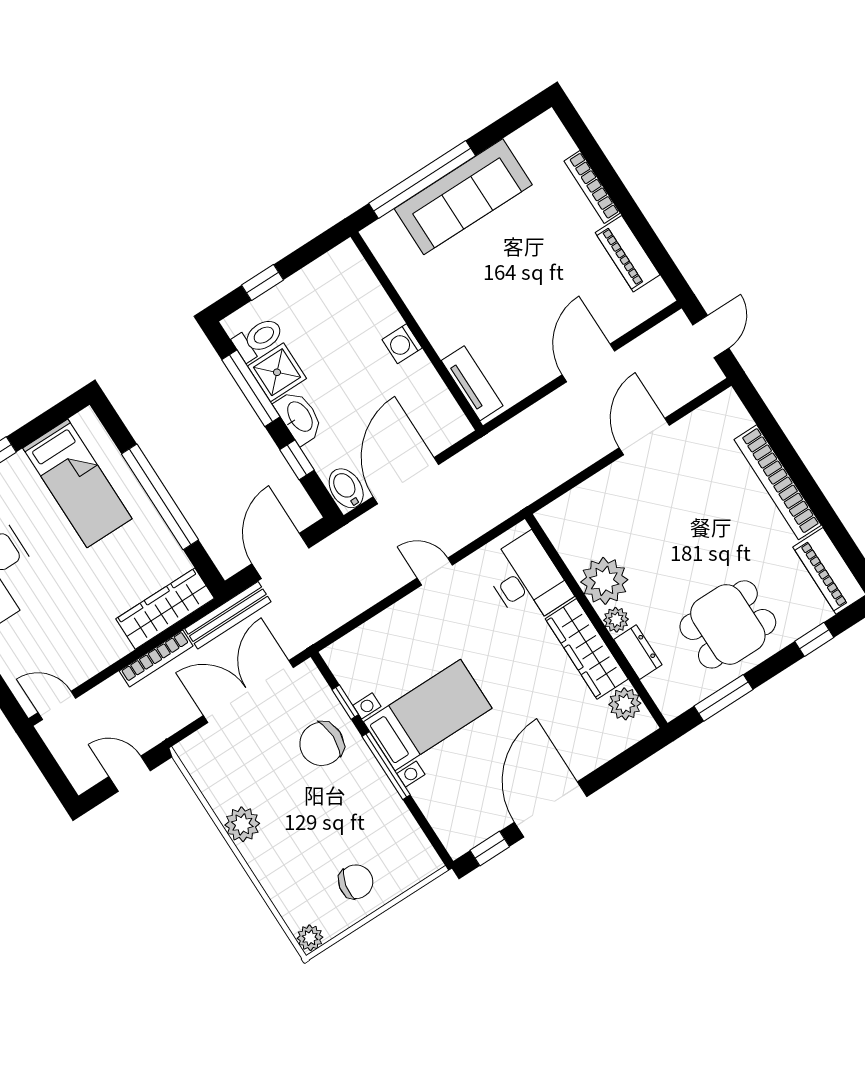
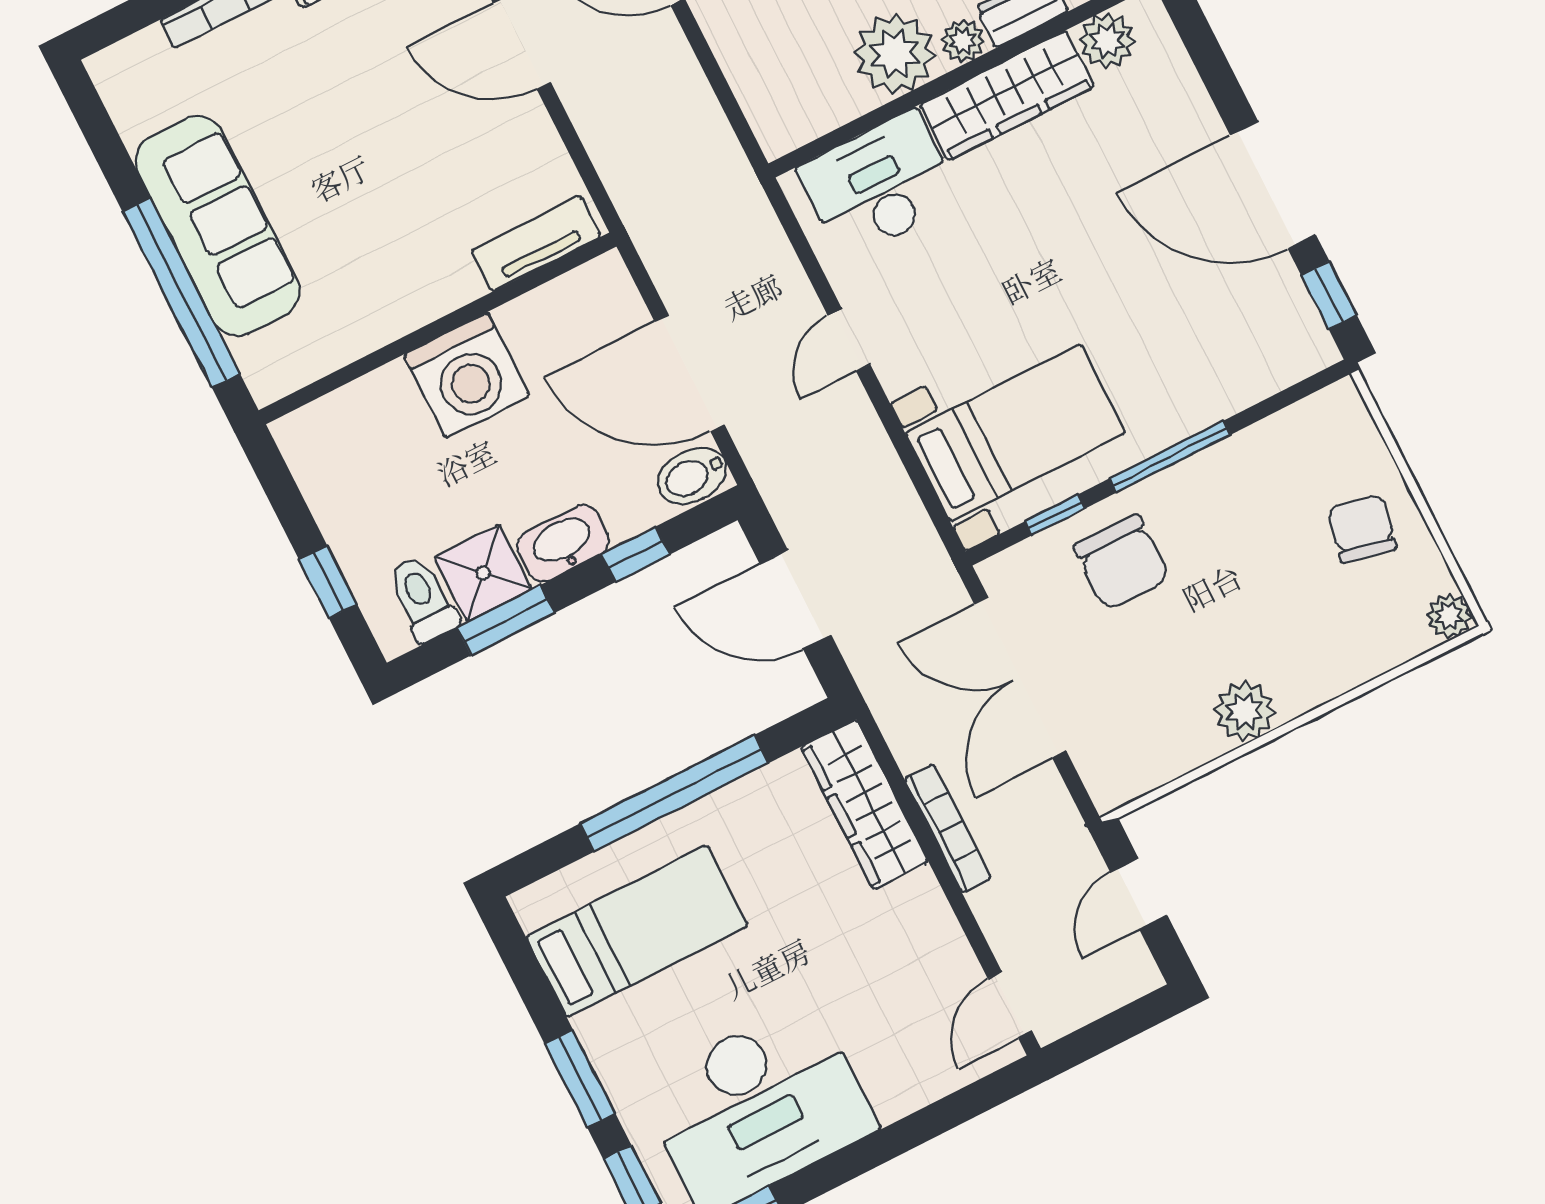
washing machine: (402, 344) -> (467, 375), width x1.89, depth x1.89
window: (251, 388) -> (506, 620), width x0.69
bench: (228, 615) -> (887, 699), removed
bed with nightstands: (428, 715) -> (1015, 433), moved, turned 90

